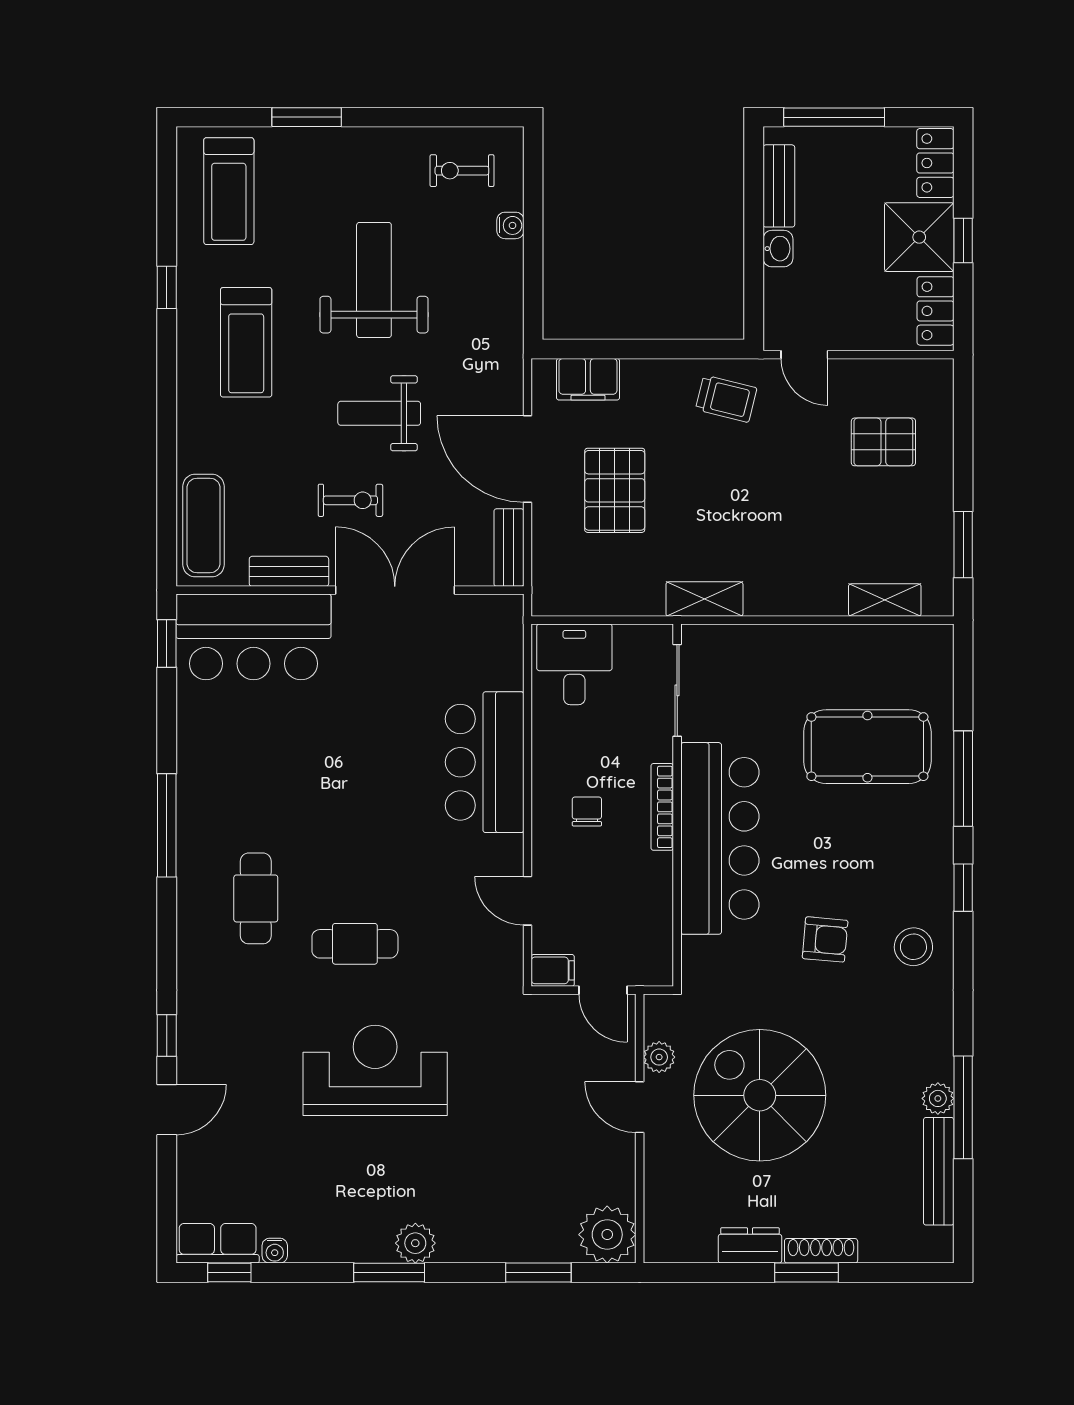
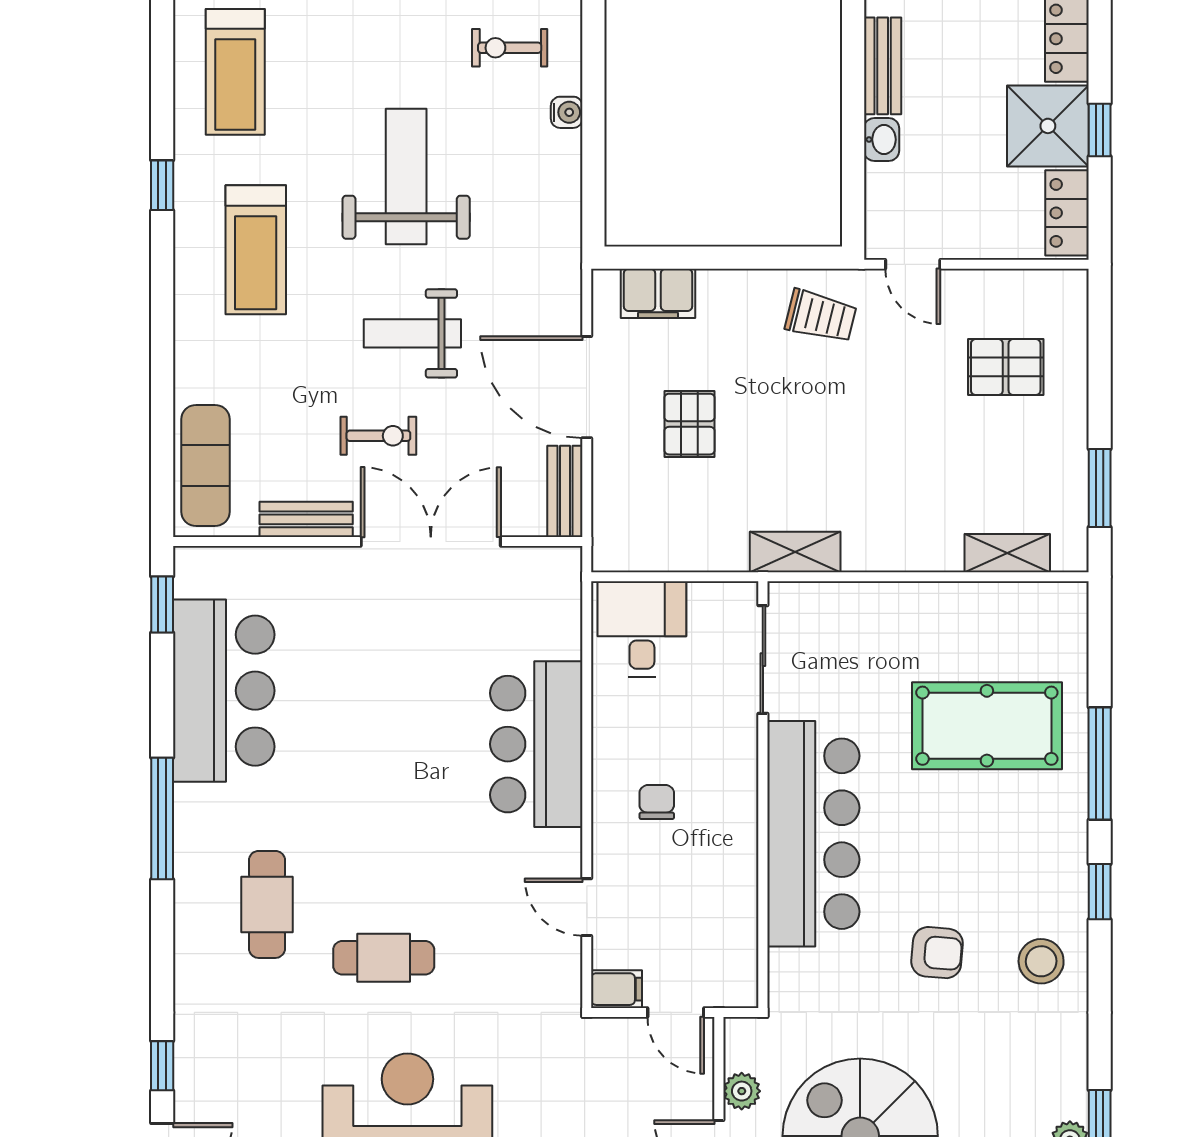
pallet: (615, 490) -> (689, 424), width x0.67, depth x0.71
bar counter: (253, 637) -> (224, 691), moved, turned -90
bookcase: (662, 807) -> (745, 797), removed

